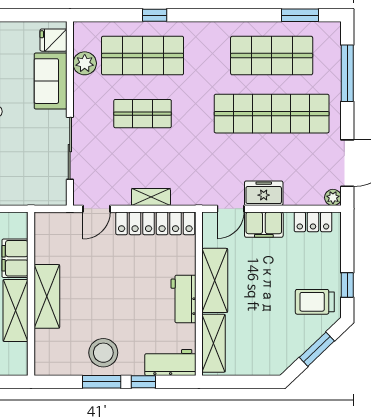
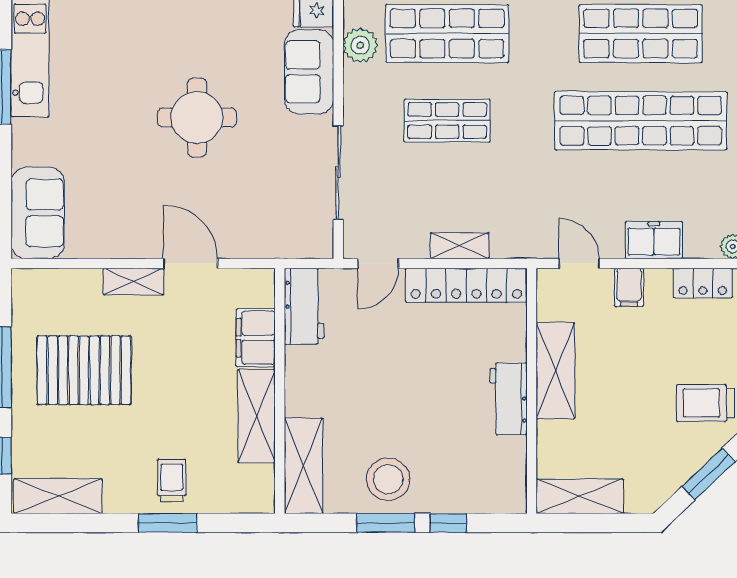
freezer: (264, 193) -> (654, 240), moved
door: (231, 209) -> (579, 263), swing flipped
filing cabinet: (264, 225) -> (629, 287), width x0.50
shelving: (47, 296) -> (304, 466), moved
shelving: (214, 343) -> (580, 496), moved, turned 90
workbench: (170, 362) -> (304, 306), moved, turned 90

